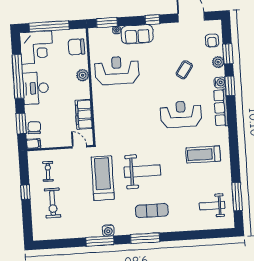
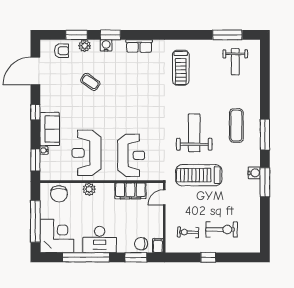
row of seats: (221, 108) -> (139, 46), width x0.68
reception desk: (181, 114) -> (131, 155), moved, turned 180

